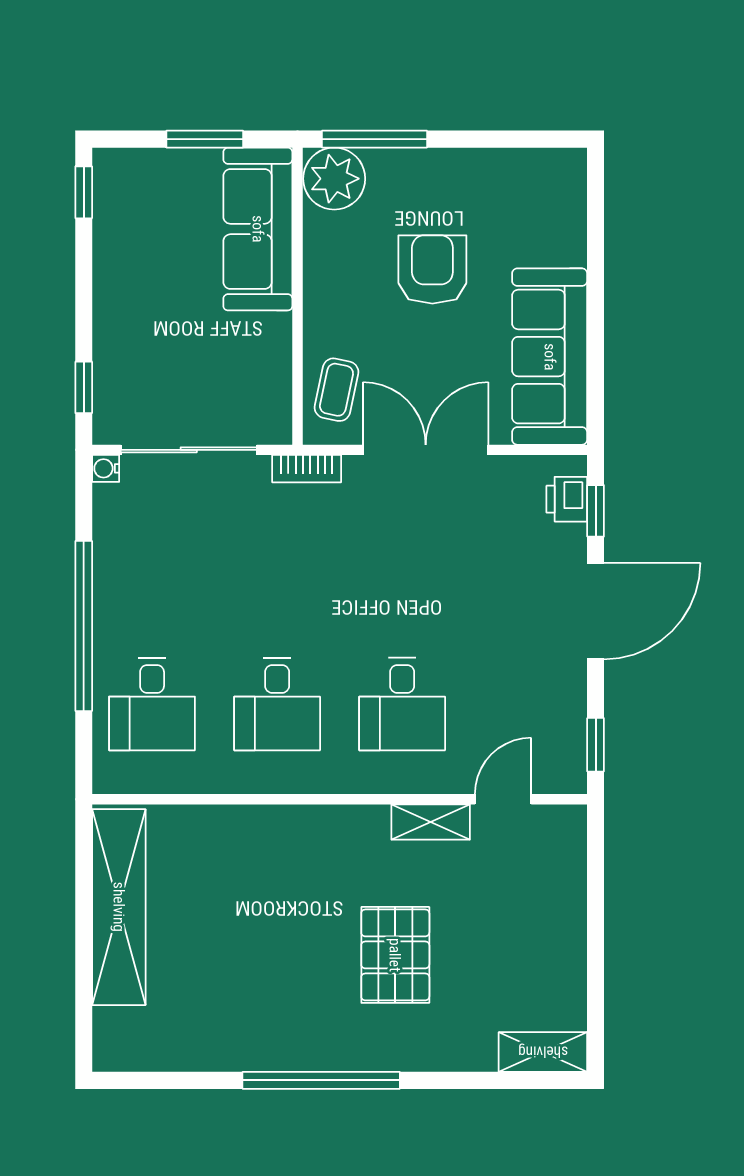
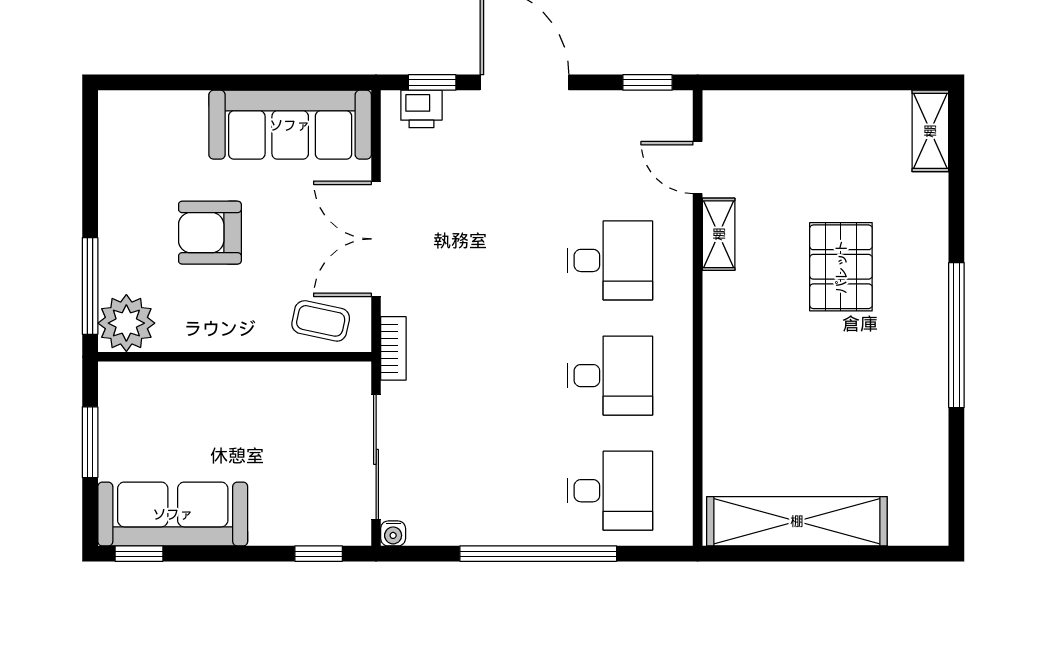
sofa: (258, 229) -> (173, 514), moved, turned 180
pallet: (395, 955) -> (841, 267), turned 90

